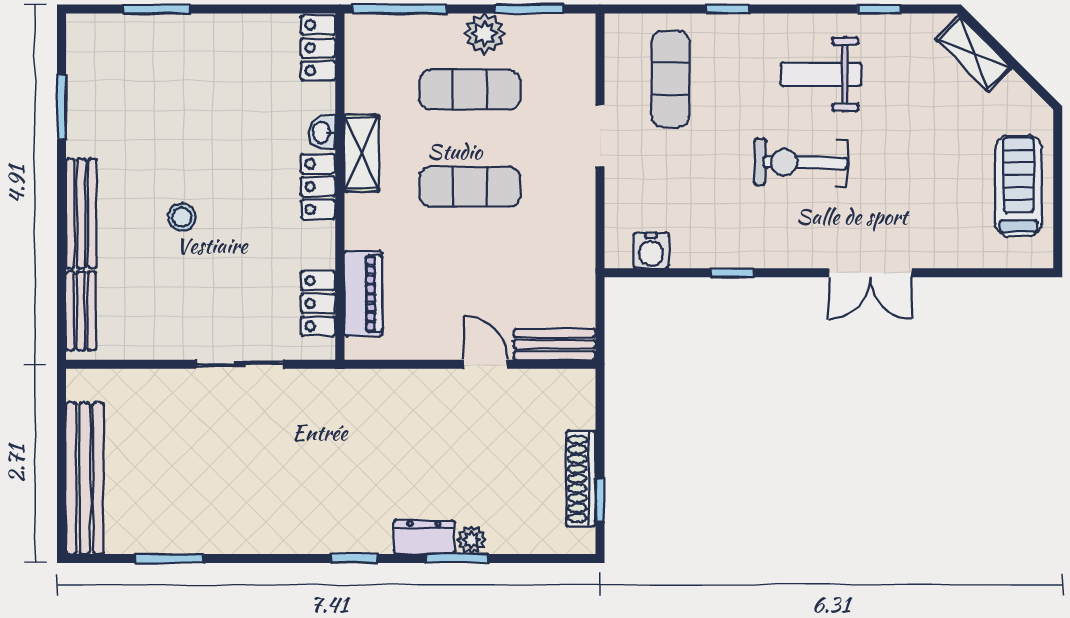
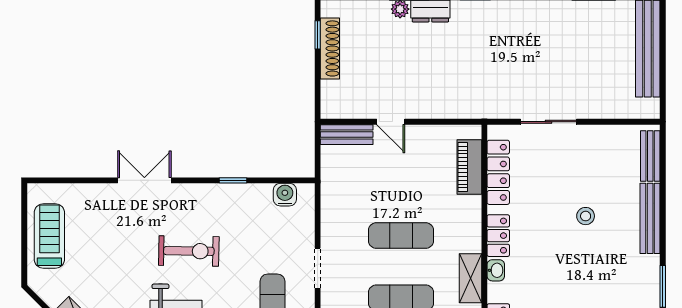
shelving: (362, 153) -> (470, 278), moved
treadmill: (1019, 186) -> (49, 236), turned 180
locker: (318, 303) -> (498, 172), width x1.53

